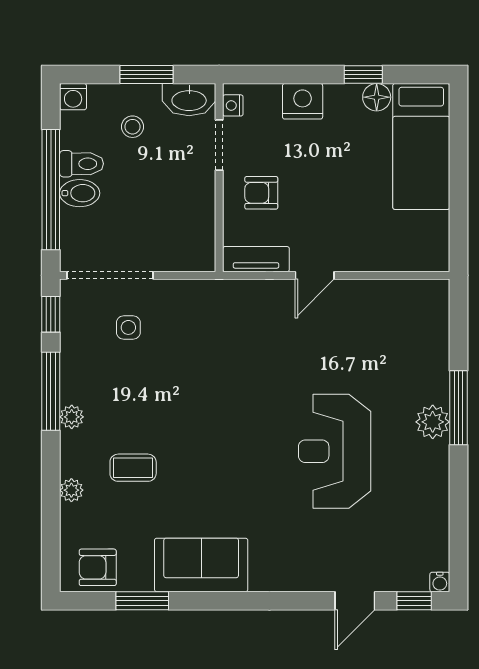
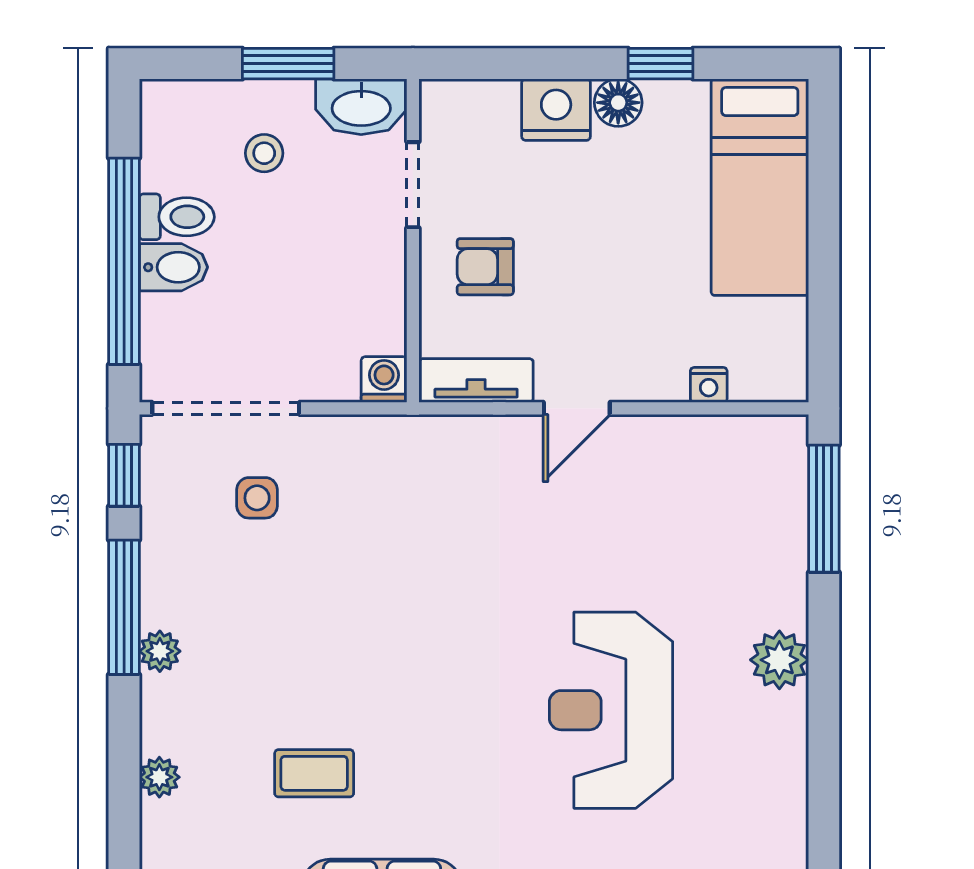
washing machine: (73, 97) -> (384, 379), moved, turned 180
floor lamp: (377, 97) -> (618, 103), moved
nightstand: (233, 105) -> (709, 385), moved, turned -90
window: (459, 408) -> (824, 509), moved
coffee table: (133, 468) -> (314, 773), moved

